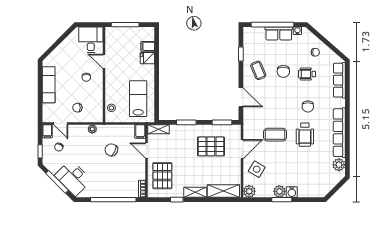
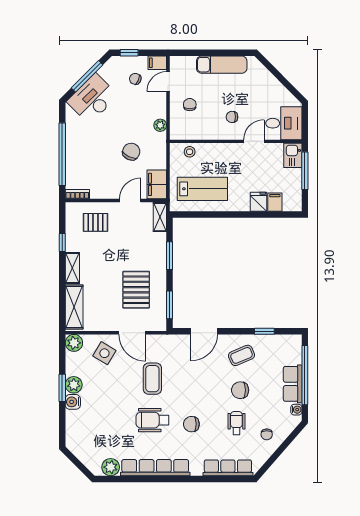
kitchen sink: (114, 33) -> (293, 155), added
filing cabinet: (140, 131) -> (157, 184), width x2.00
pallet: (162, 176) -> (96, 222), width x0.67, depth x0.71

